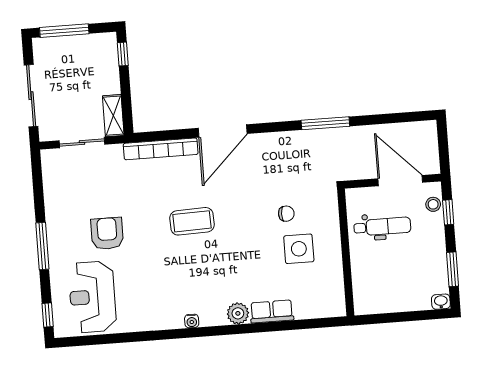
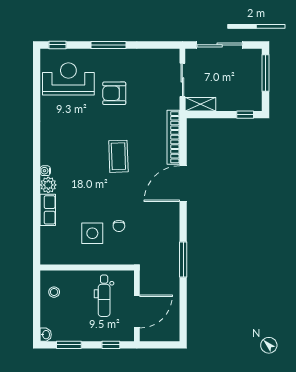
door: (223, 131) -> (183, 184), hinge flipped
stool: (433, 204) -> (54, 292), moved
armchair: (107, 233) -> (114, 93), turned 180
water cooler: (192, 321) -> (45, 171), moved

